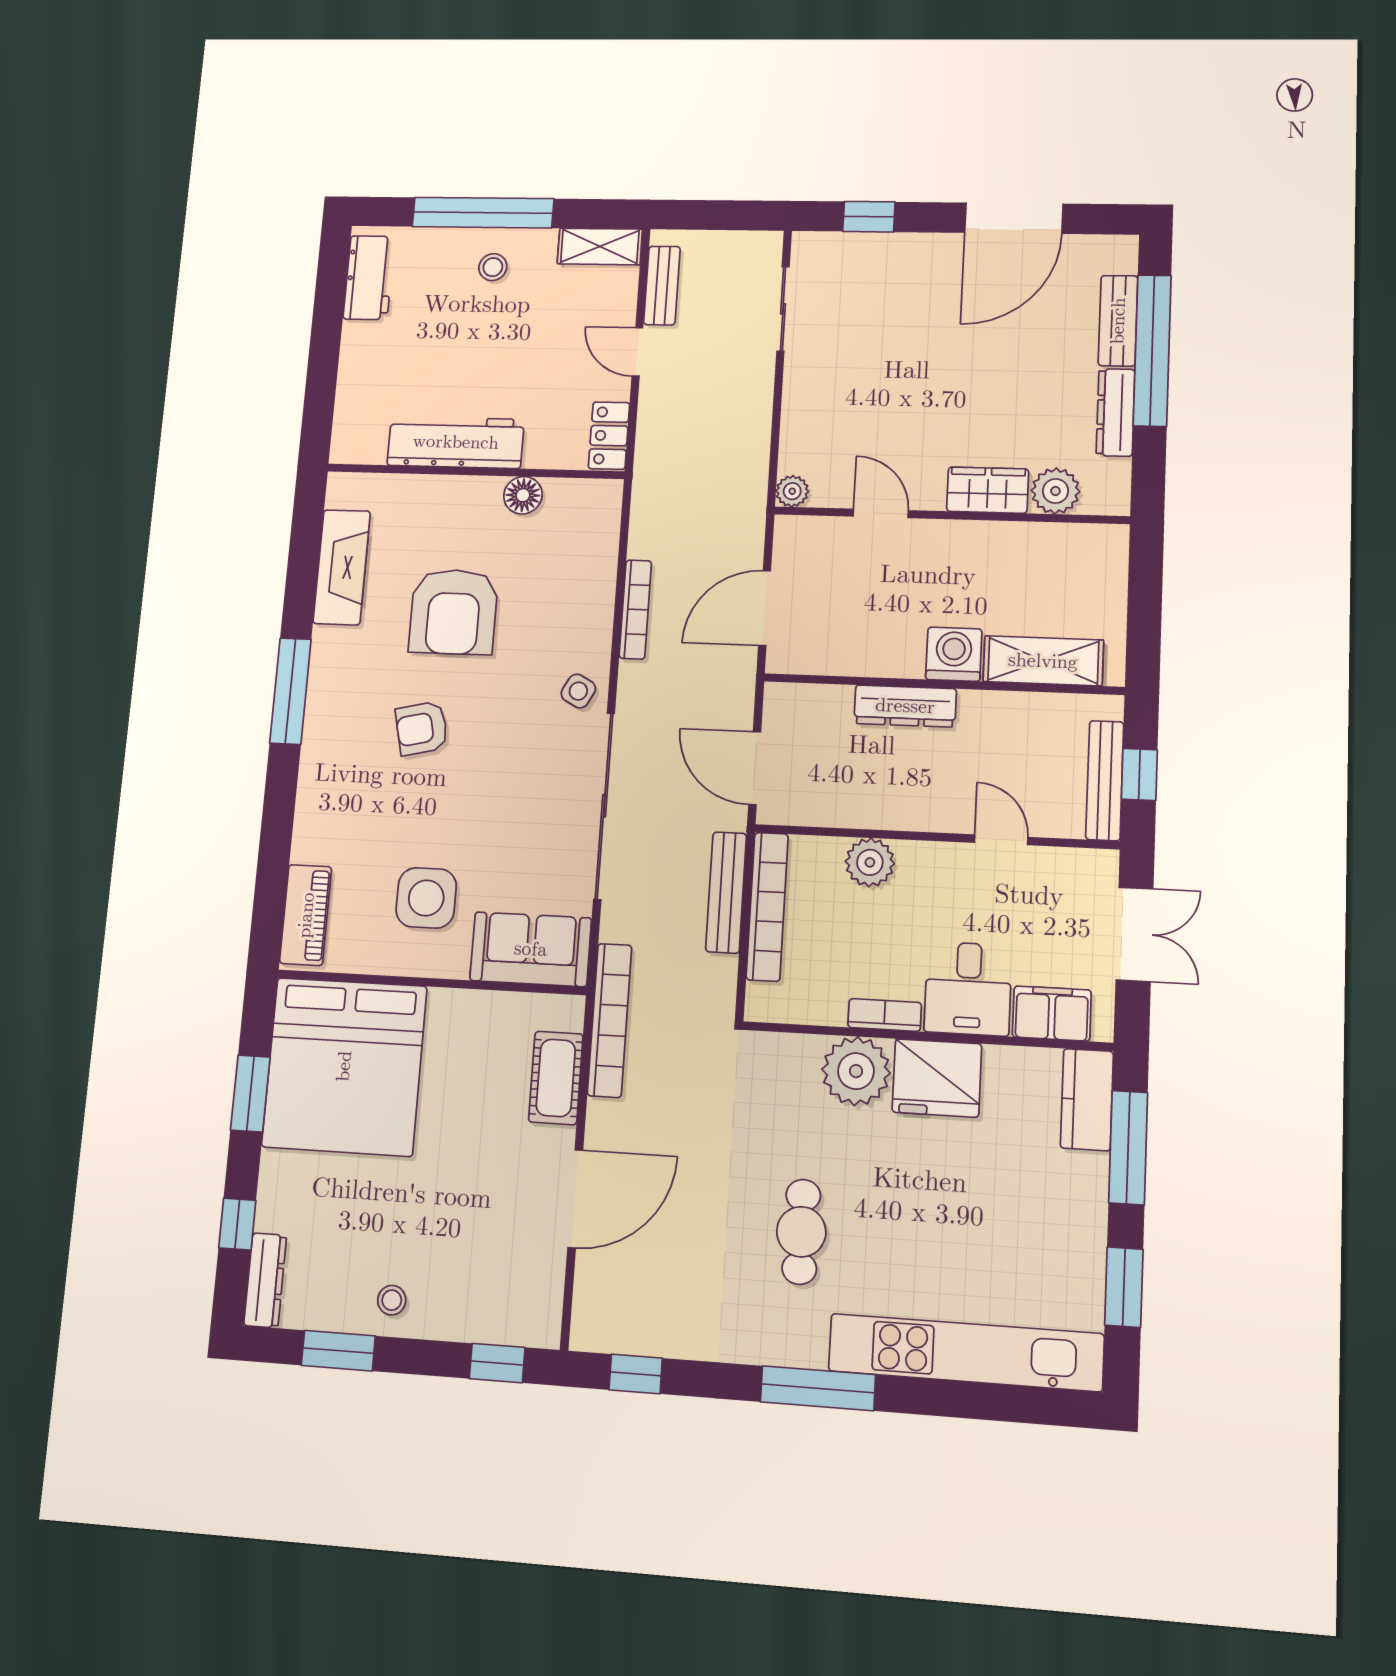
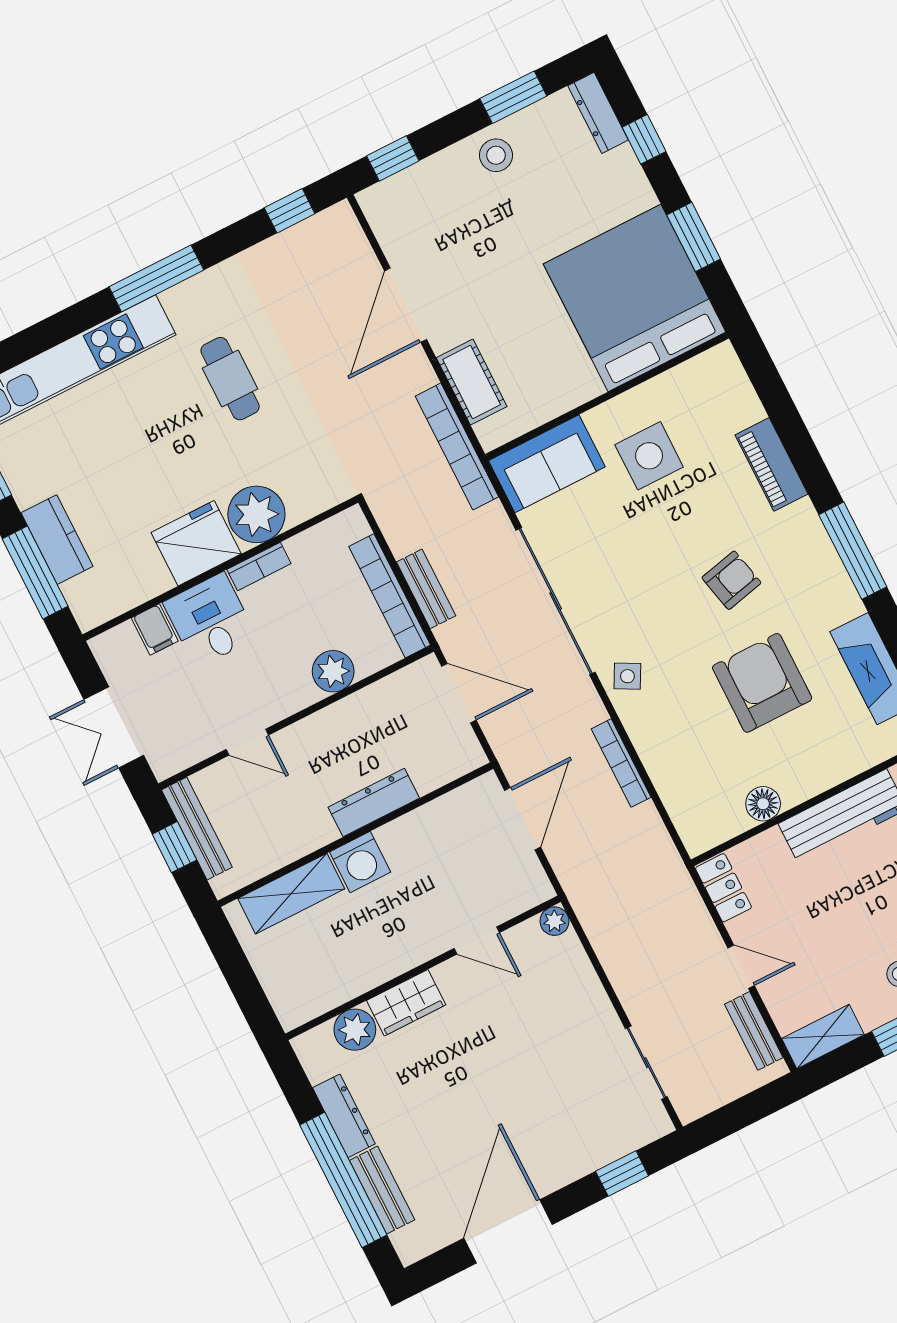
bench: (726, 892) -> (426, 589), width x0.73
piano: (306, 915) -> (772, 464), moved
filing cabinet: (1052, 1013) -> (155, 629), width x0.50
kitchen counter: (1087, 1100) -> (57, 540), moved
stool: (392, 1300) -> (496, 155), width x1.37, depth x1.37

